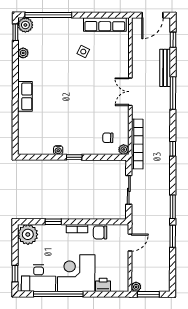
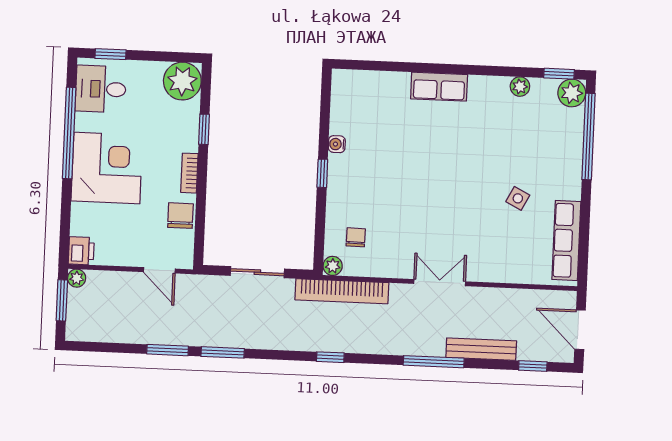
desk: (39, 278) -> (101, 89), width x0.73
printer: (103, 285) -> (81, 251), moved

